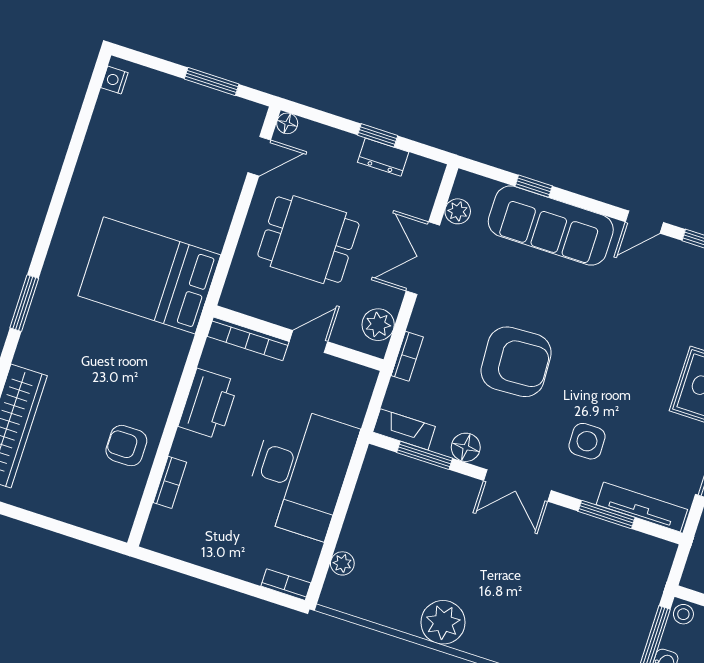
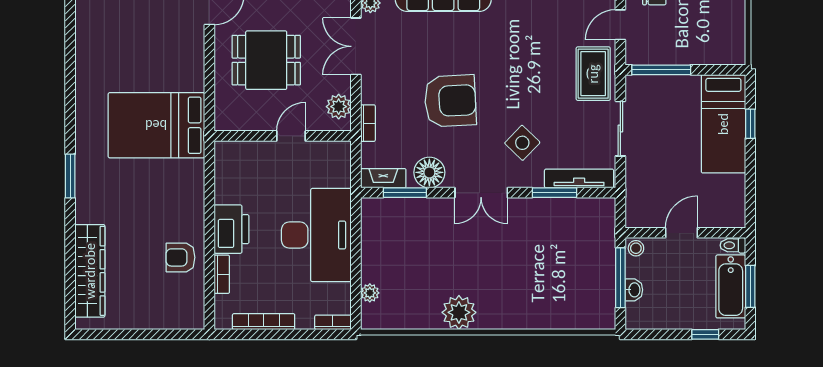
bookcase: (248, 339) -> (264, 322), moved, turned 180
printer: (208, 404) -> (232, 229), moved
side table: (587, 441) -> (522, 143), turned 45
floor lamp: (466, 447) -> (429, 172), width x1.38, depth x1.38

